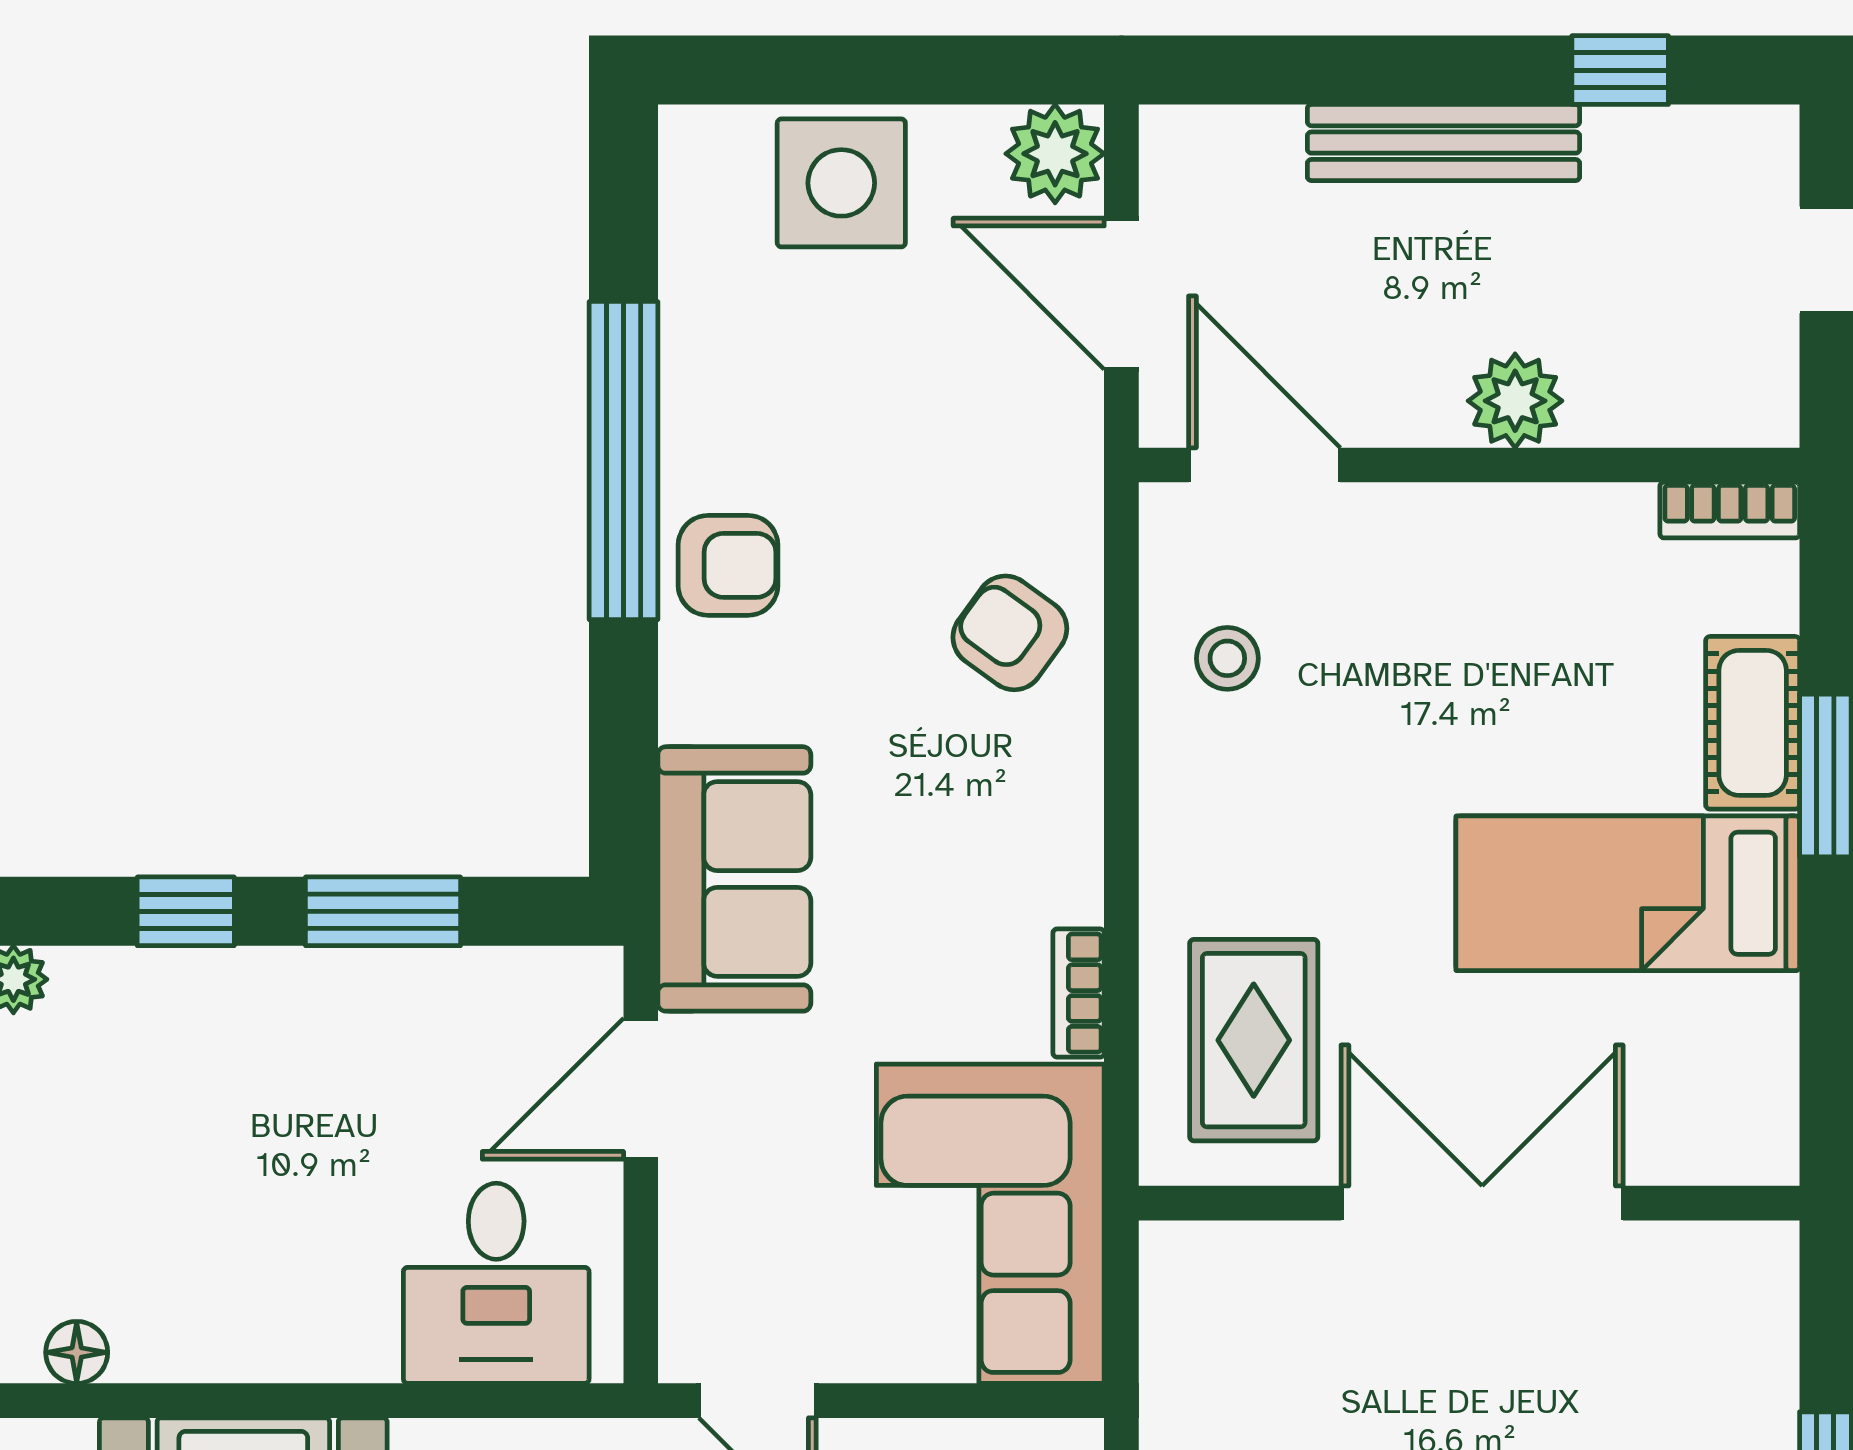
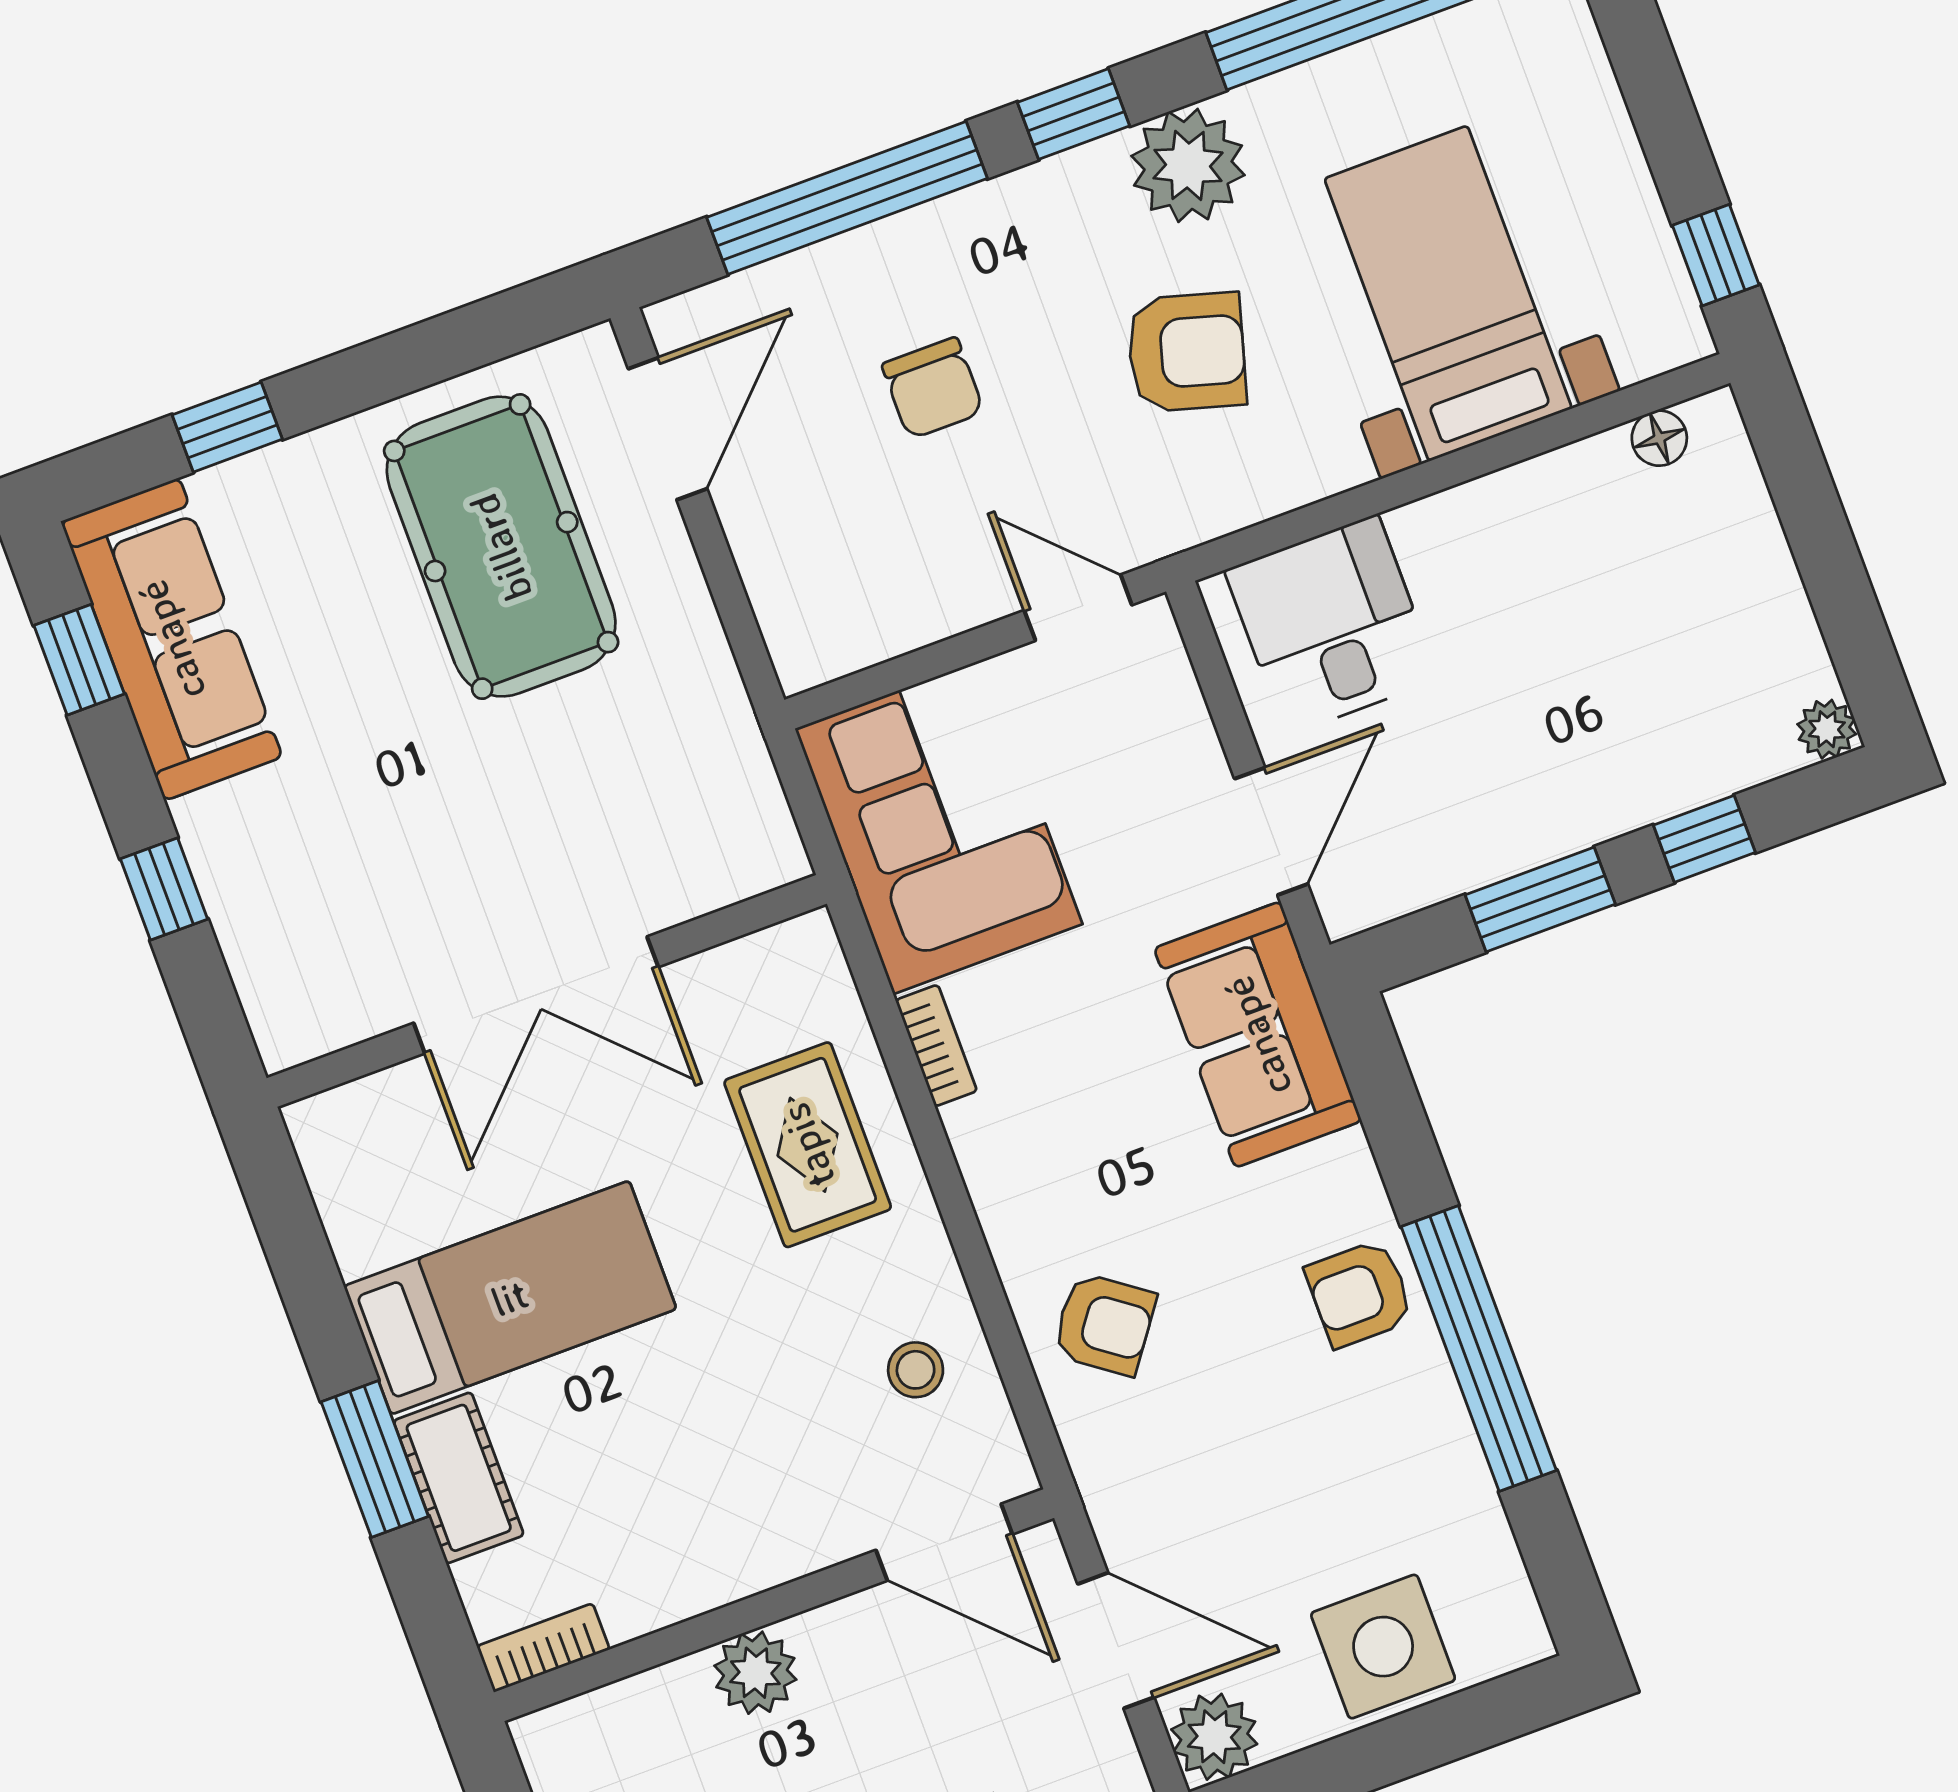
rug: (1254, 1040) -> (808, 1145), moved

